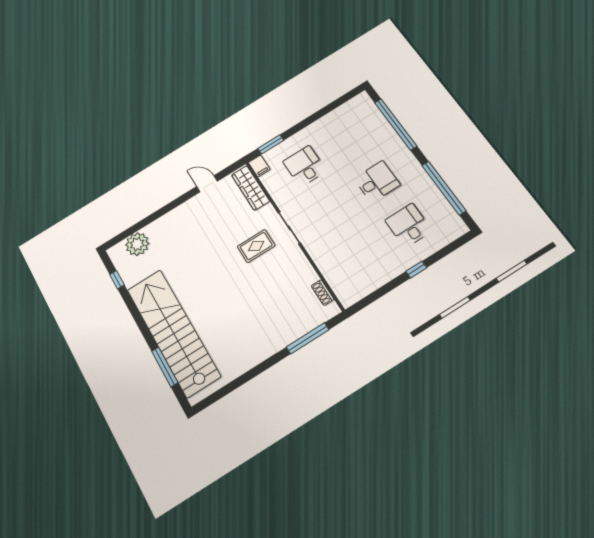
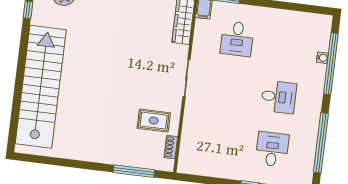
water cooler: (385, 126) -> (322, 58), added
desk: (305, 166) -> (237, 39), turned 180
rug: (256, 246) -> (154, 121), moved
window: (165, 367) -> (16, 108), removed

